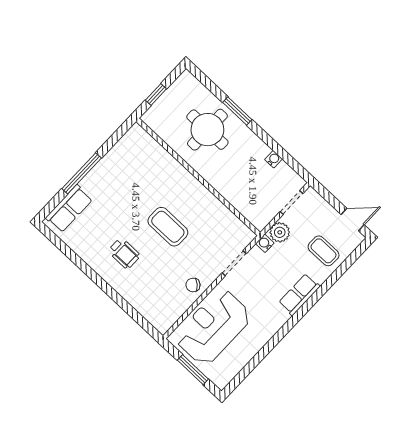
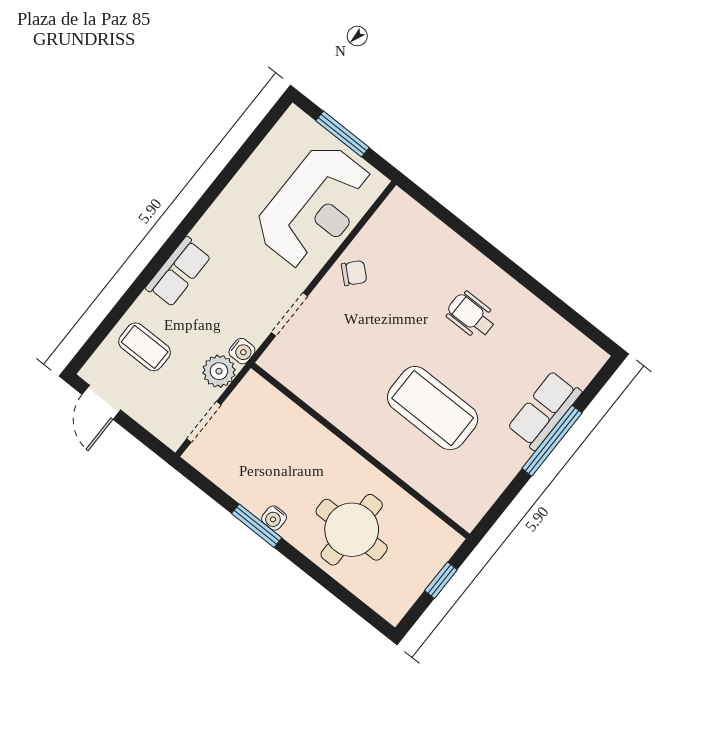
window: (237, 111) -> (257, 526), moved
water cooler: (274, 159) -> (274, 518), moved
row of seats: (69, 209) -> (544, 410), moved
door: (353, 220) -> (101, 402), hinge flipped
coffee table: (168, 227) -> (433, 408), moved, width x1.36, depth x1.32

